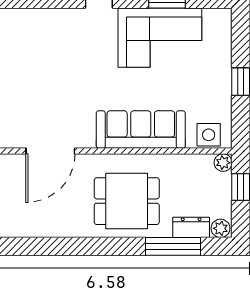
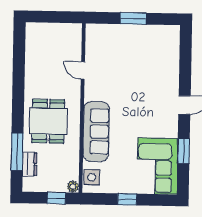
corner sofa: (160, 38) -> (157, 166), moved
door: (50, 151) -> (83, 70), width x0.53
plant: (220, 228) -> (29, 184), removed

